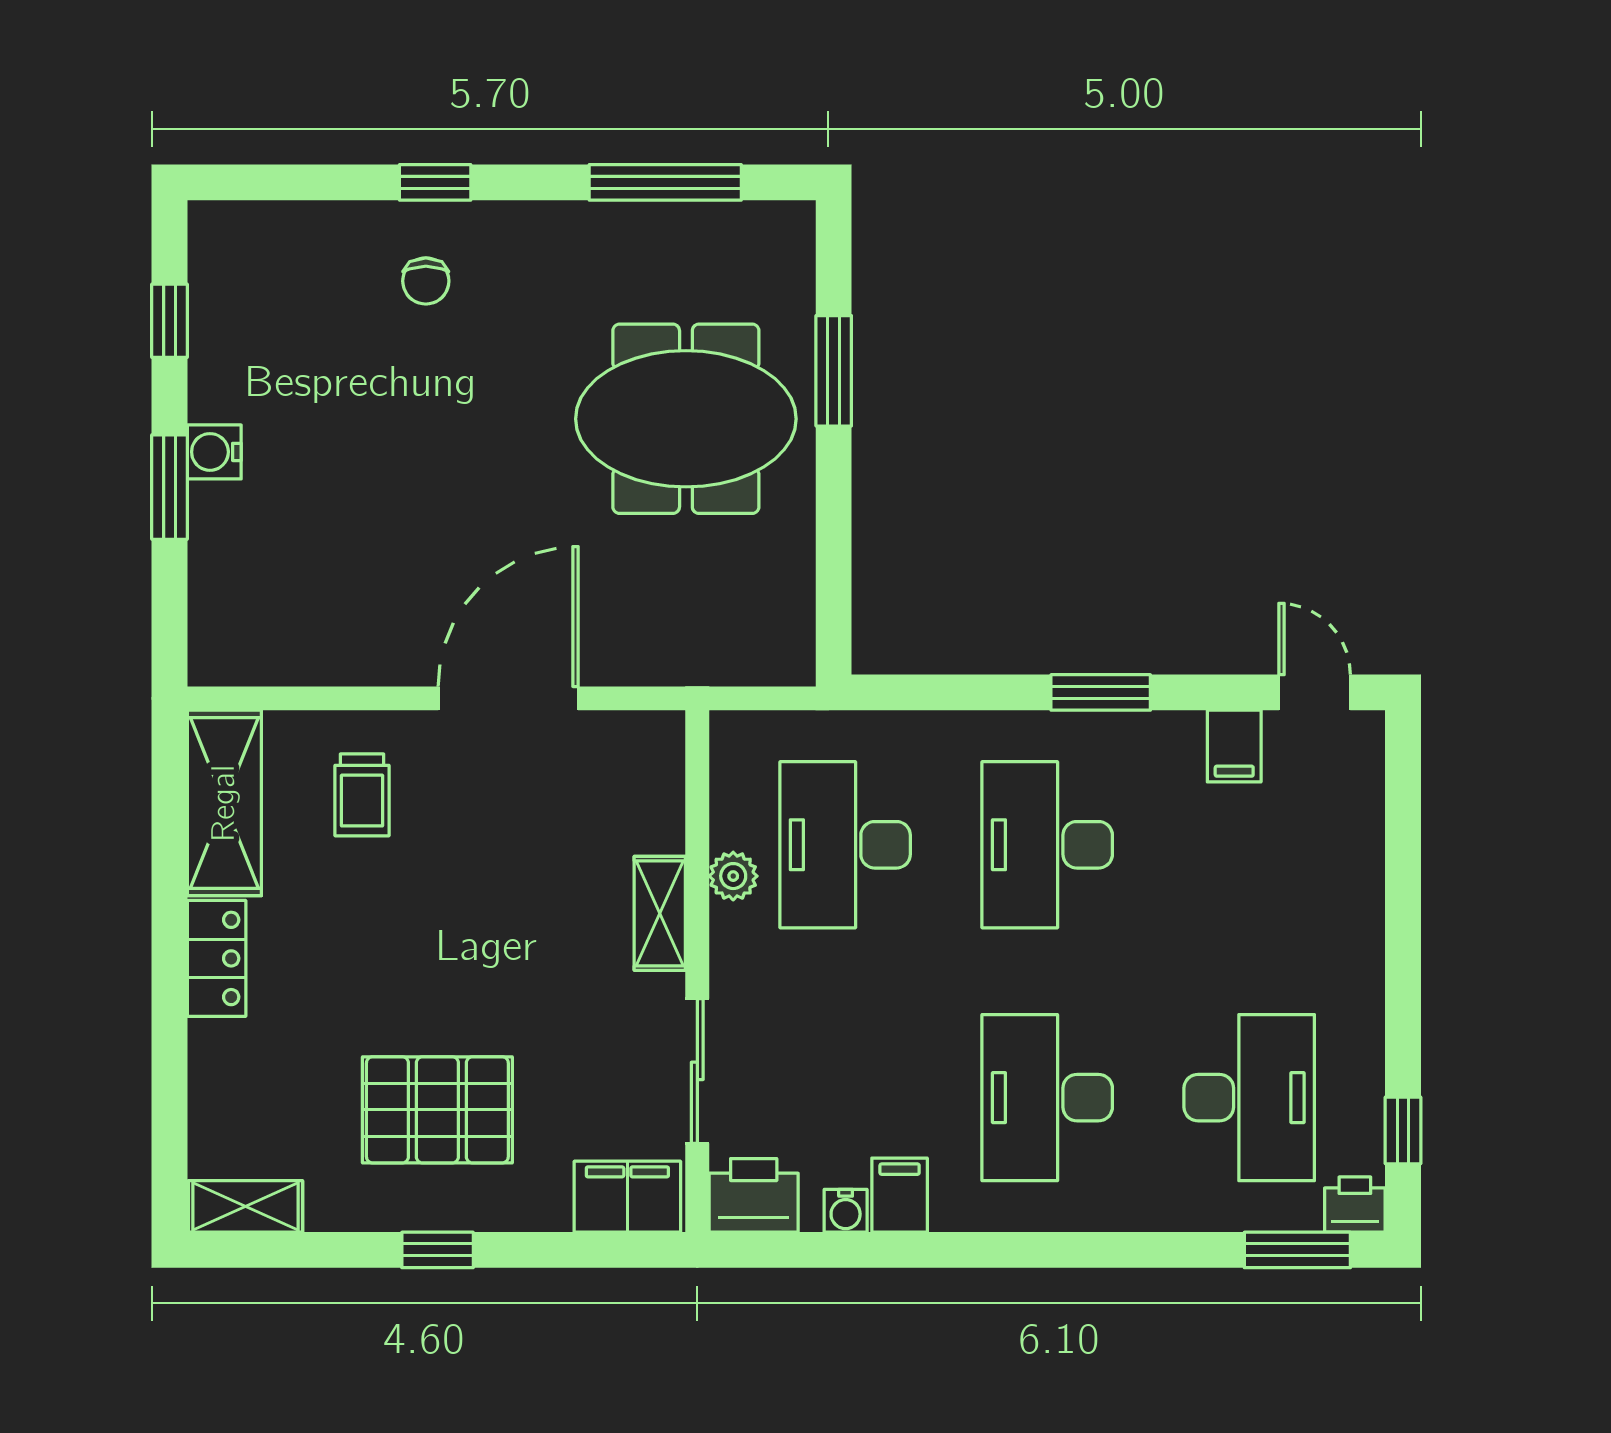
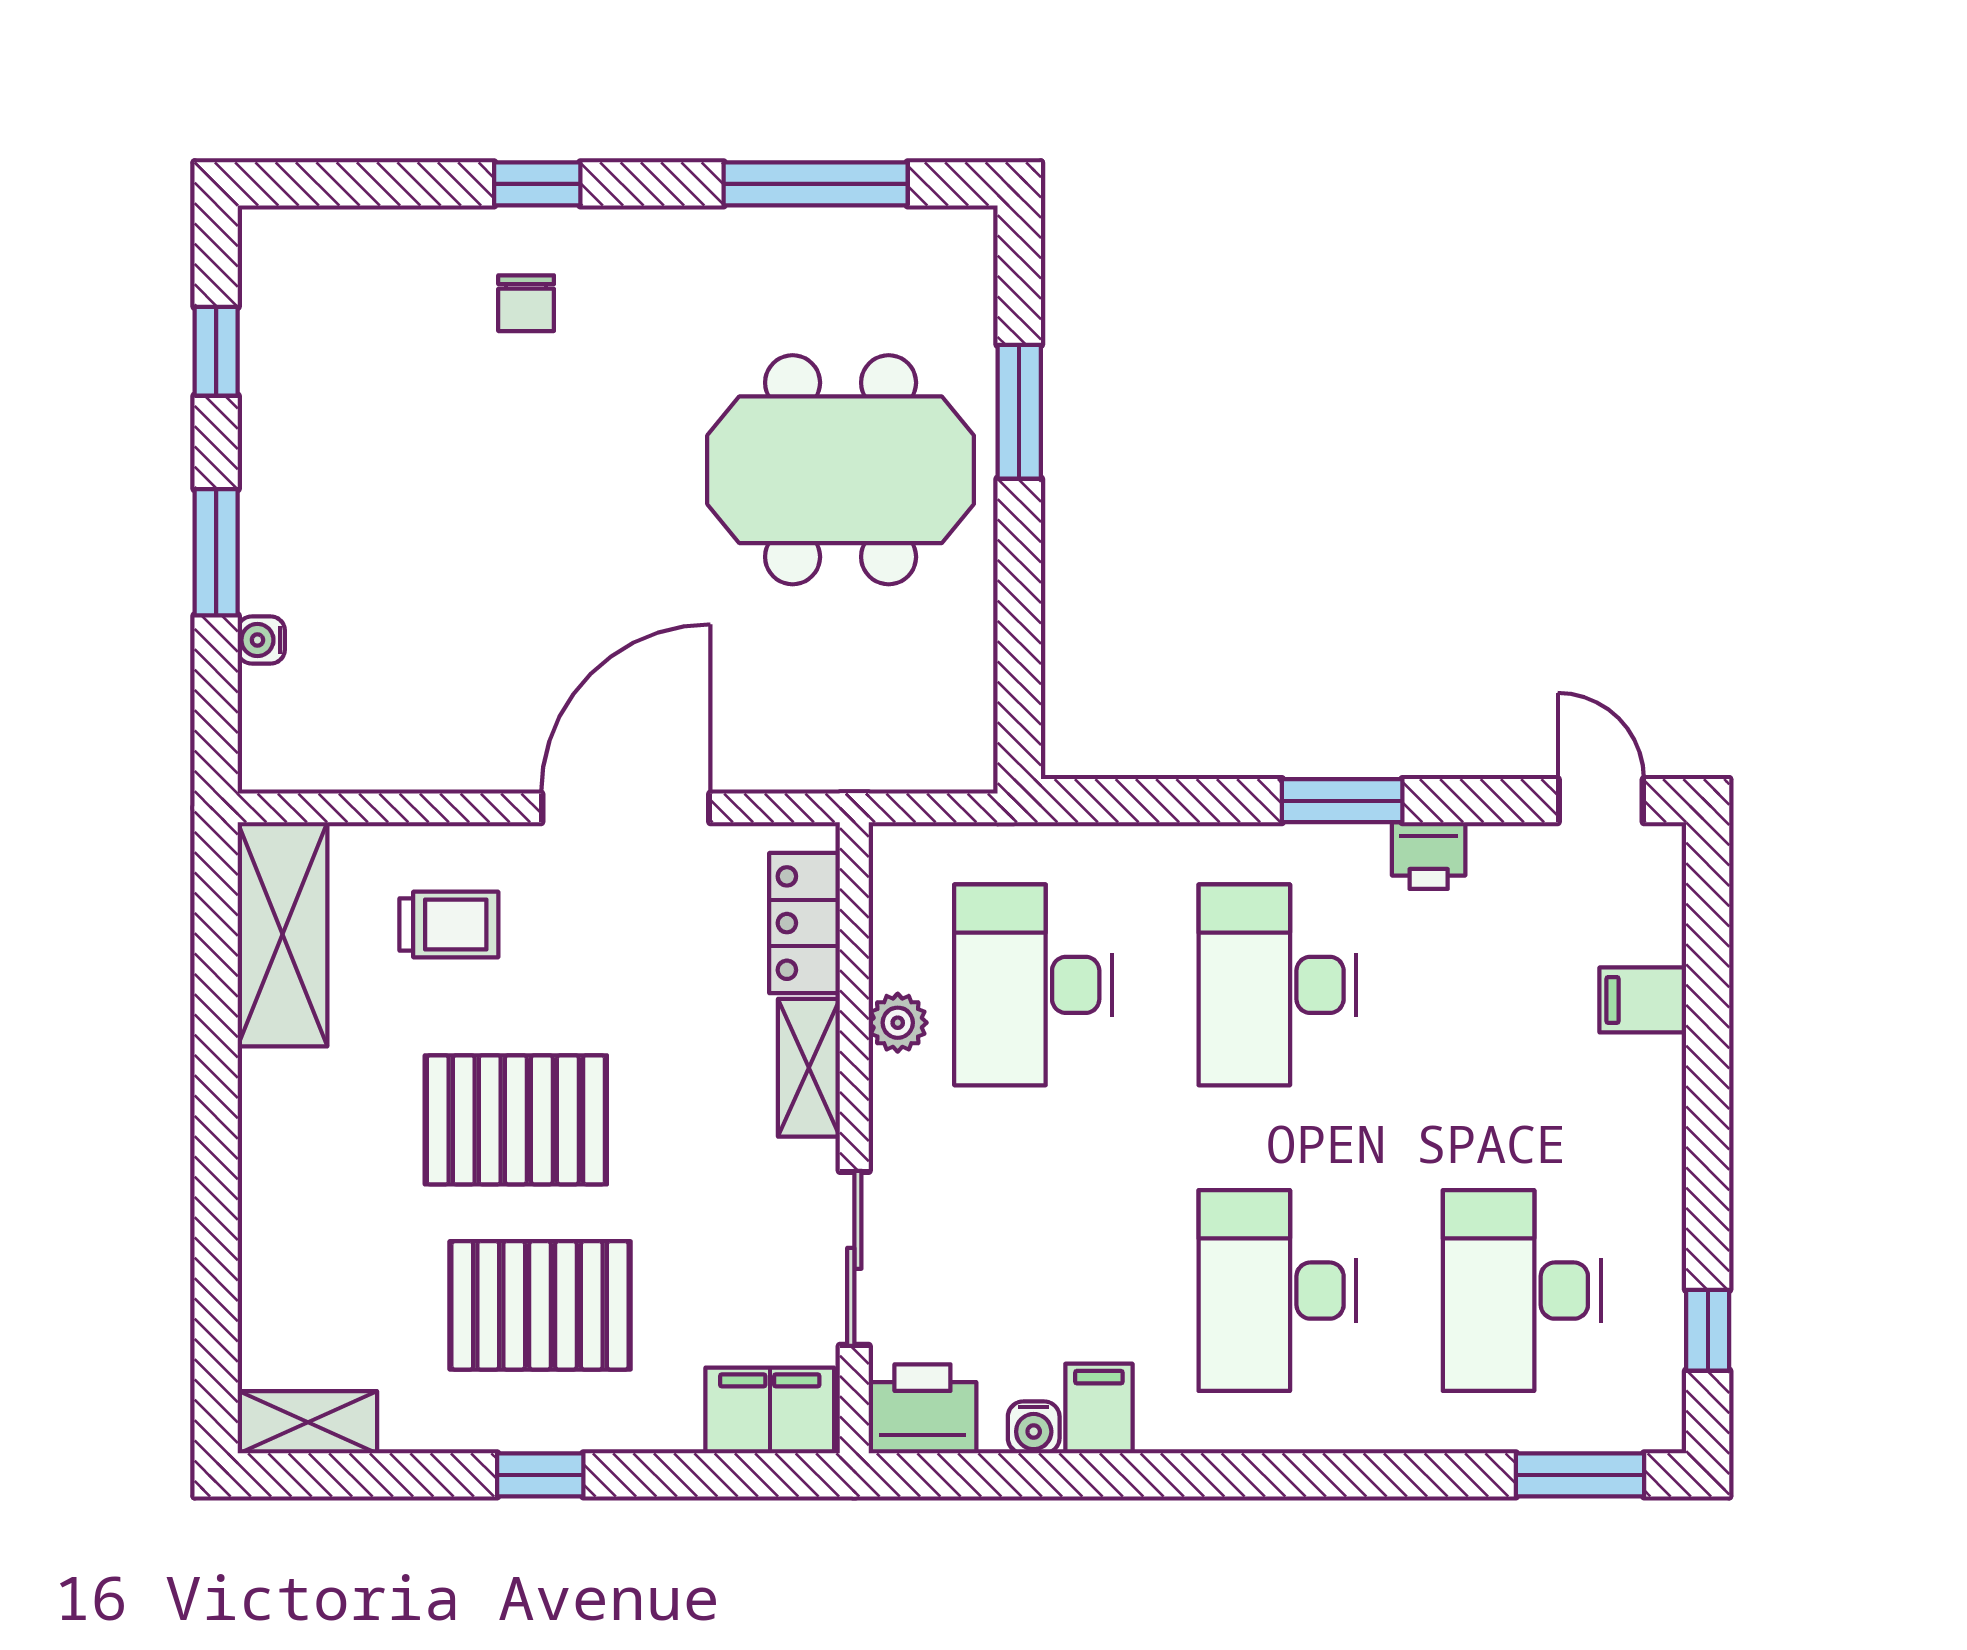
water cooler: (214, 452) -> (261, 640), moved, width x0.72, depth x0.72
filing cabinet: (1234, 746) -> (1643, 1000), moved, turned 90
trolley: (362, 795) -> (449, 925), turned -90
pallet: (417, 956) -> (516, 1120), added
locker: (217, 958) -> (805, 923), moved, turned 180
desk: (1249, 1098) -> (1522, 1291), turned 180
printer: (1355, 1205) -> (1429, 856), moved, turned 180

